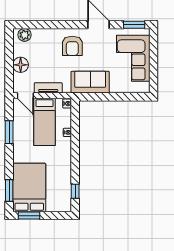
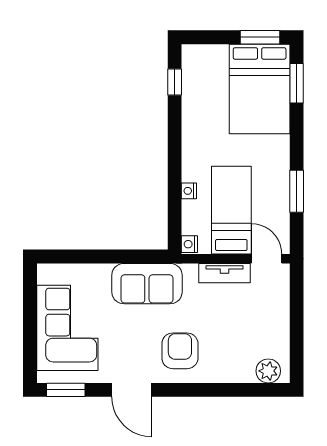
floor lamp: (21, 65) -> (276, 316), removed

